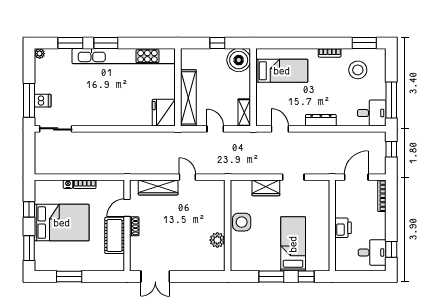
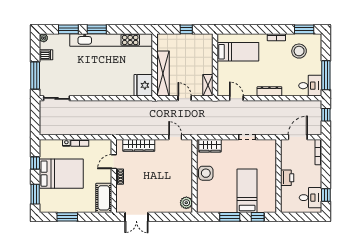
boiler: (239, 60) -> (203, 43), removed
dishwasher: (43, 101) -> (46, 55), moved
door: (187, 177) -> (175, 137), moved
wardrobe: (266, 188) -> (210, 146), moved
cot: (115, 235) -> (104, 198), moved
plant: (217, 240) -> (186, 203), moved

